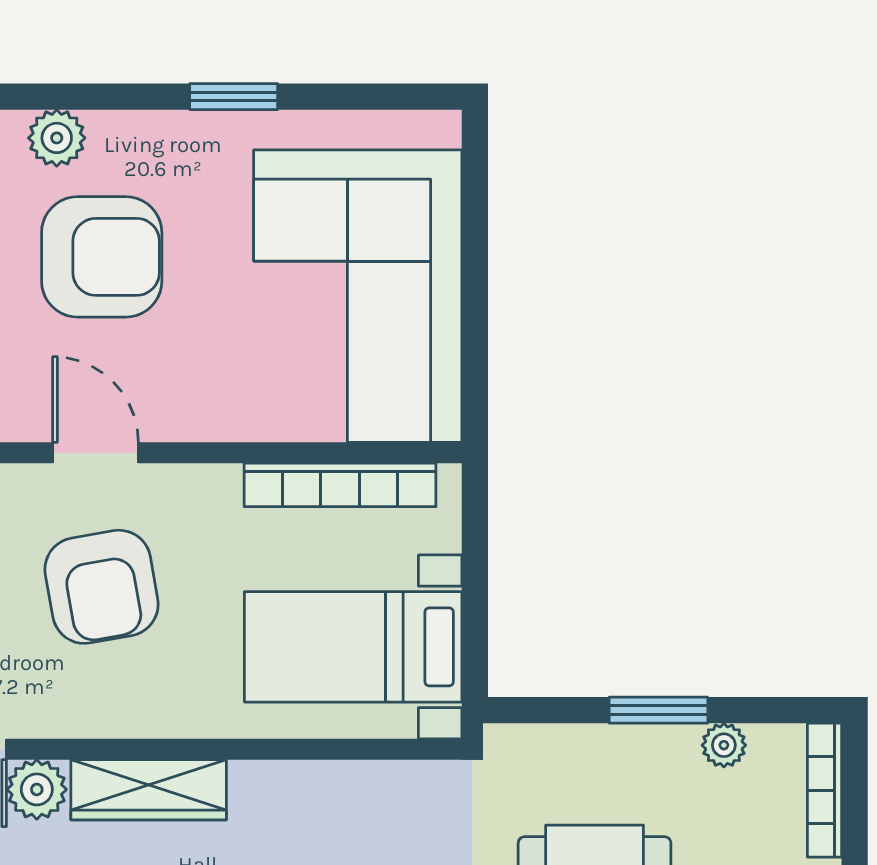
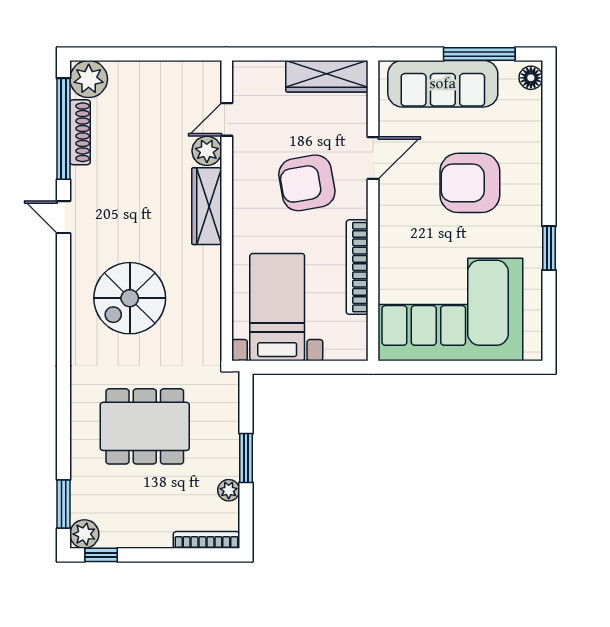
plant: (57, 138) -> (529, 161), removed
armchair: (102, 257) -> (470, 183), turned 90
door: (95, 453) -> (373, 158), moved
bookcase: (340, 485) -> (357, 267), moved

